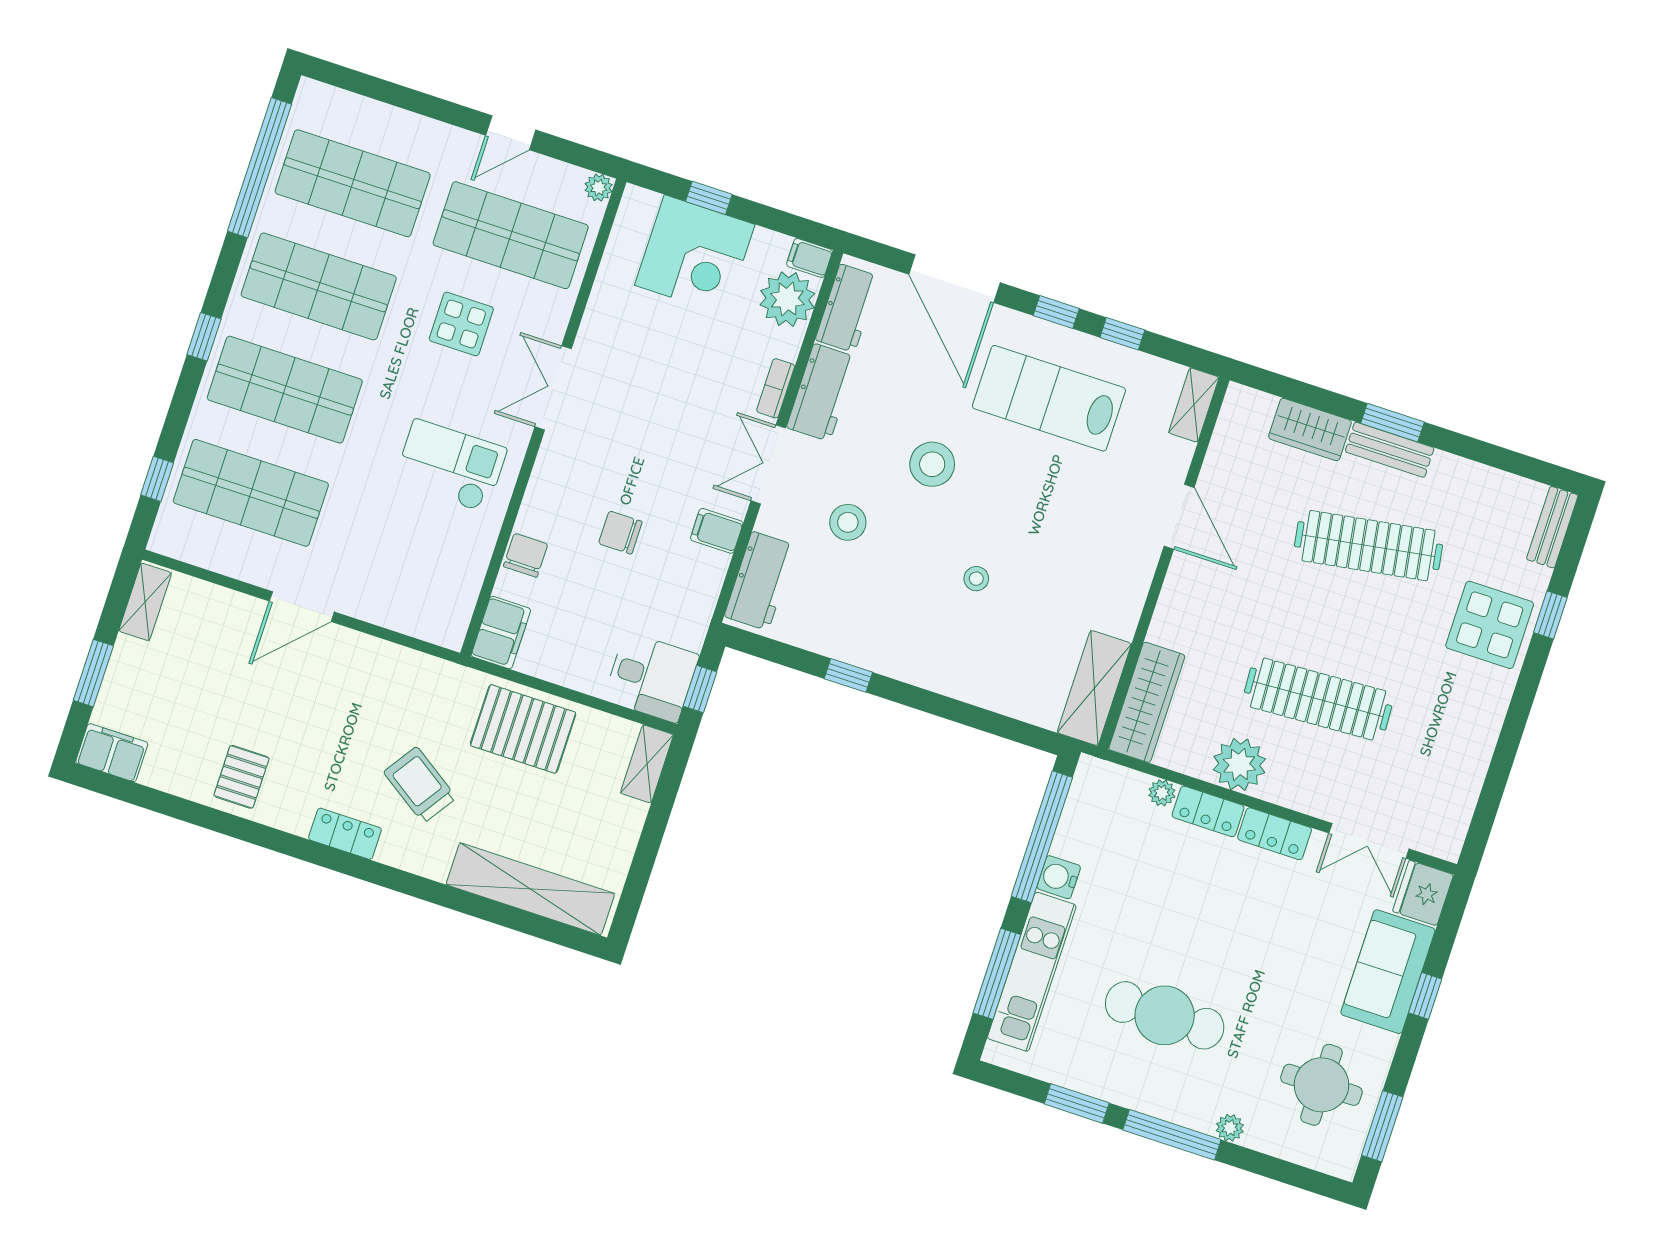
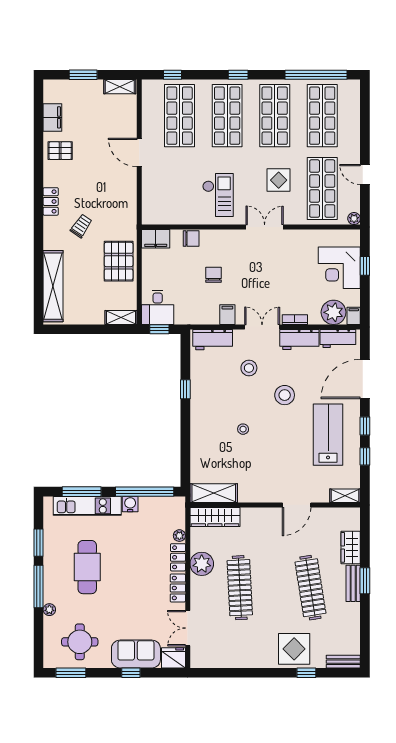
filing cabinet: (112, 753) -> (52, 117), moved
trolley: (420, 785) -> (81, 226), width x0.73, depth x0.72

